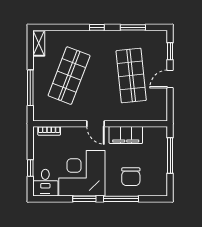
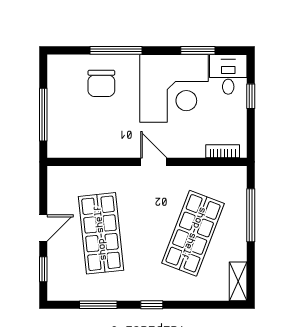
filing cabinet: (126, 135) -> (109, 145), removed
chair: (131, 177) -> (101, 83), turned 180
window: (84, 199) -> (198, 50), moved

